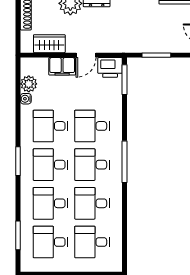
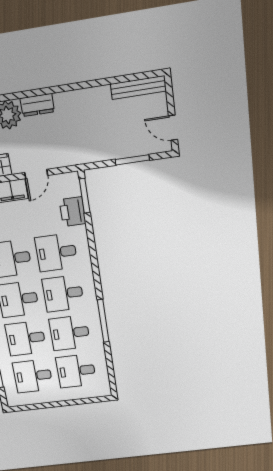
window: (156, 55) -> (132, 160), moved
printer: (110, 67) -> (73, 212), moved, turned 90
window: (124, 162) -> (103, 321), moved

